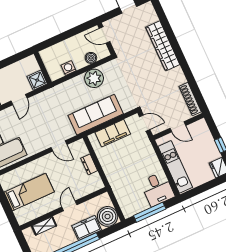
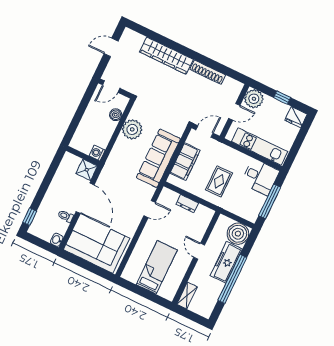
washing machine: (68, 68) -> (97, 153), moved
shoe rack: (190, 99) -> (208, 72), moved
door: (19, 100) -> (85, 198), width x1.88
plant: (200, 129) -> (254, 99), added
rug: (125, 168) -> (219, 181), added
shelving: (44, 226) -> (187, 295), moved
freezer: (87, 228) -> (226, 262), width x1.40

